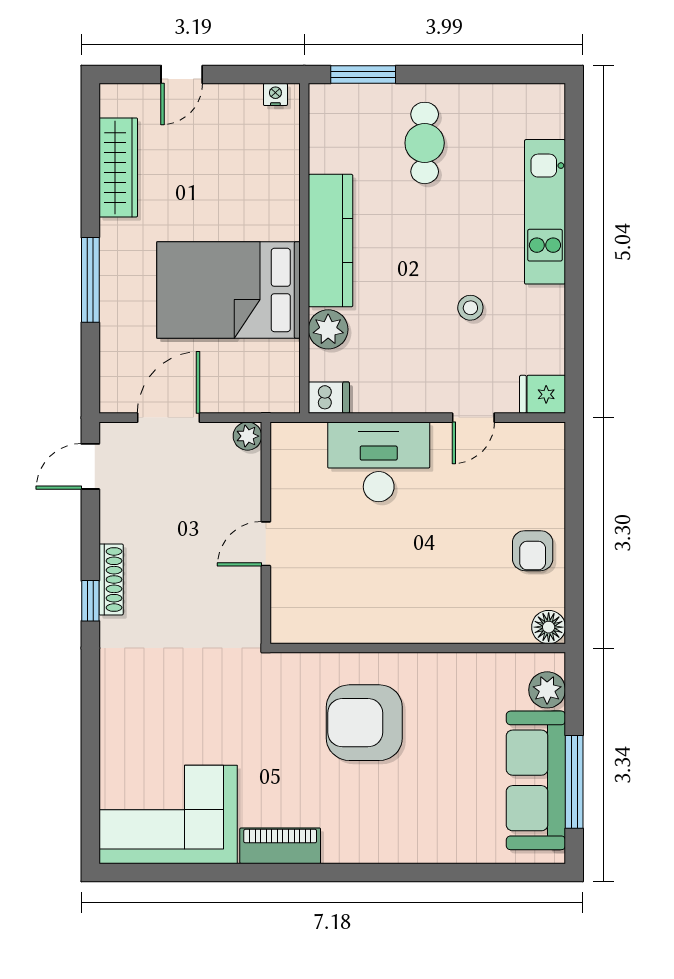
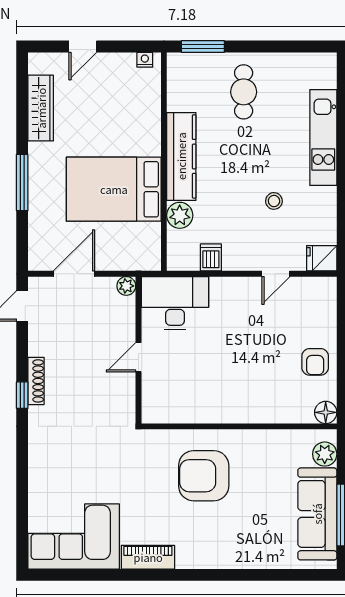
dishwasher: (329, 398) -> (211, 257), moved, turned -90
desk: (379, 462) -> (175, 303), moved

